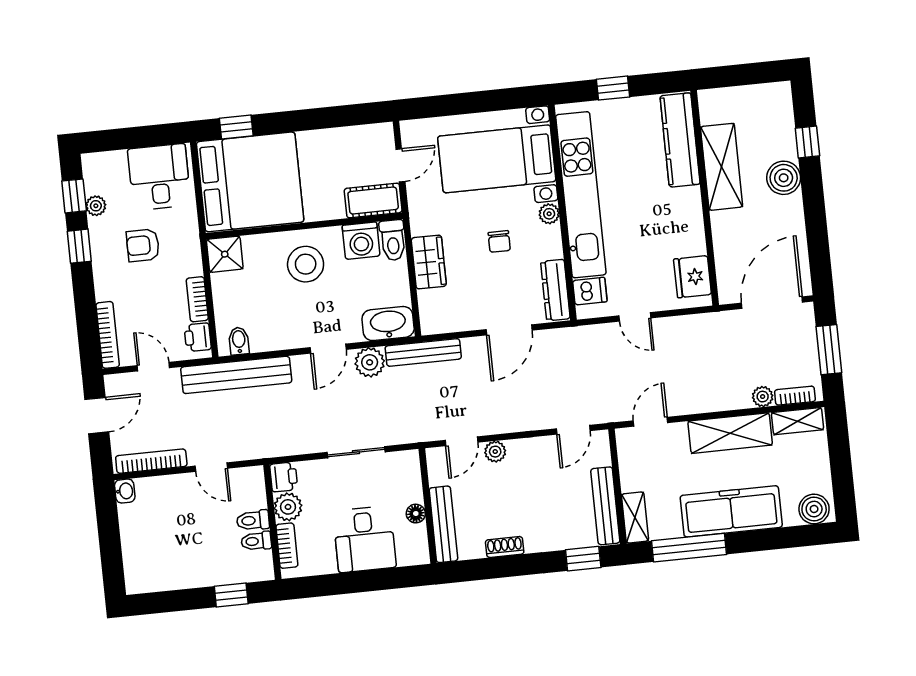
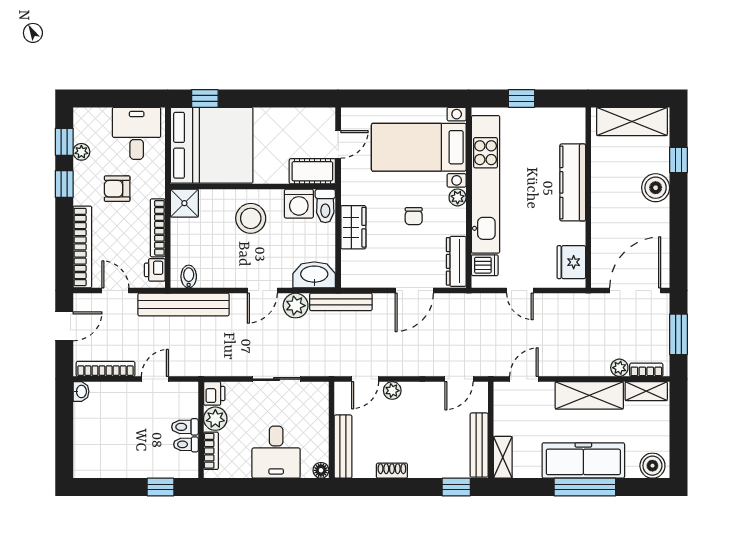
kitchen counter: (680, 140) -> (573, 182), moved
shelving: (722, 167) -> (632, 121), moved, turned 90
bookcase: (197, 299) -> (158, 228), width x1.56
bookcase: (108, 335) -> (82, 247), width x1.48, depth x1.31
door: (211, 467) -> (155, 379), swing flipped
floor lamp: (416, 514) -> (321, 470), moved
window: (689, 548) -> (585, 487), moved

